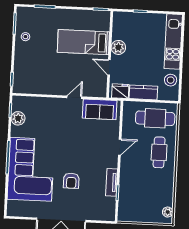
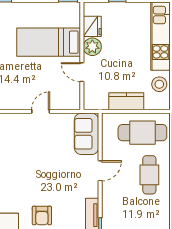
fridge: (120, 91) -> (92, 26), moved, turned 90
sofa: (100, 109) -> (87, 134), moved, turned 90

